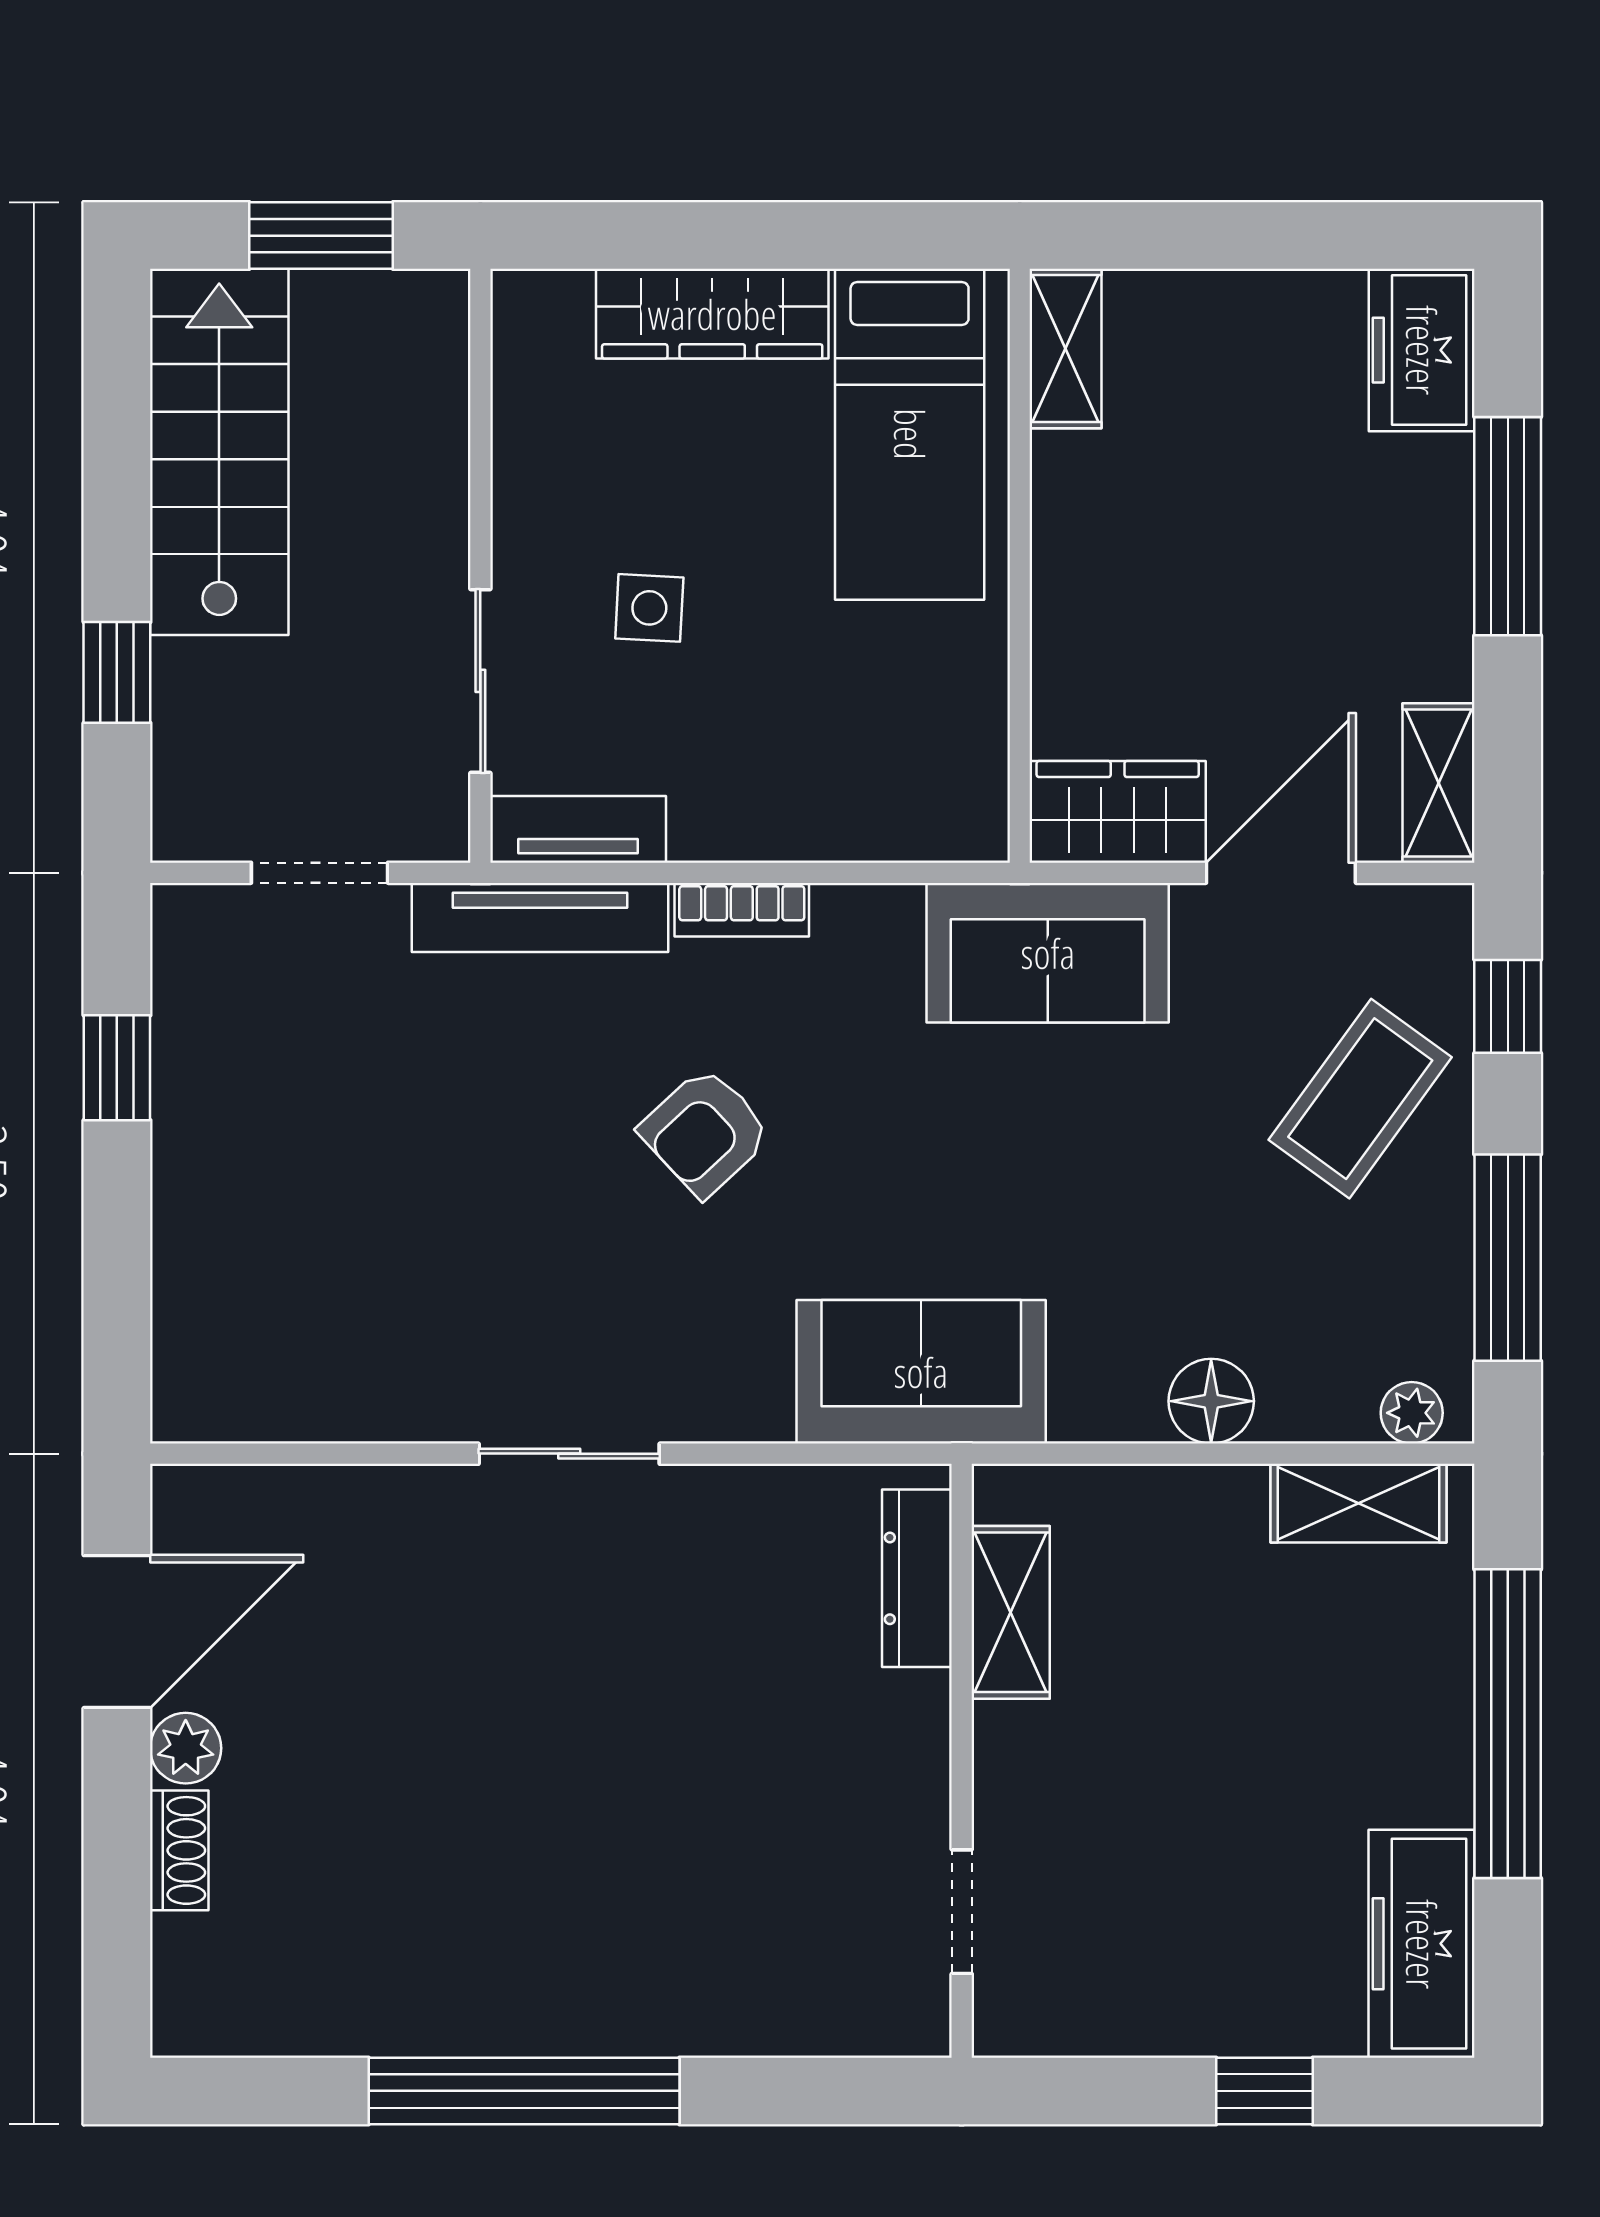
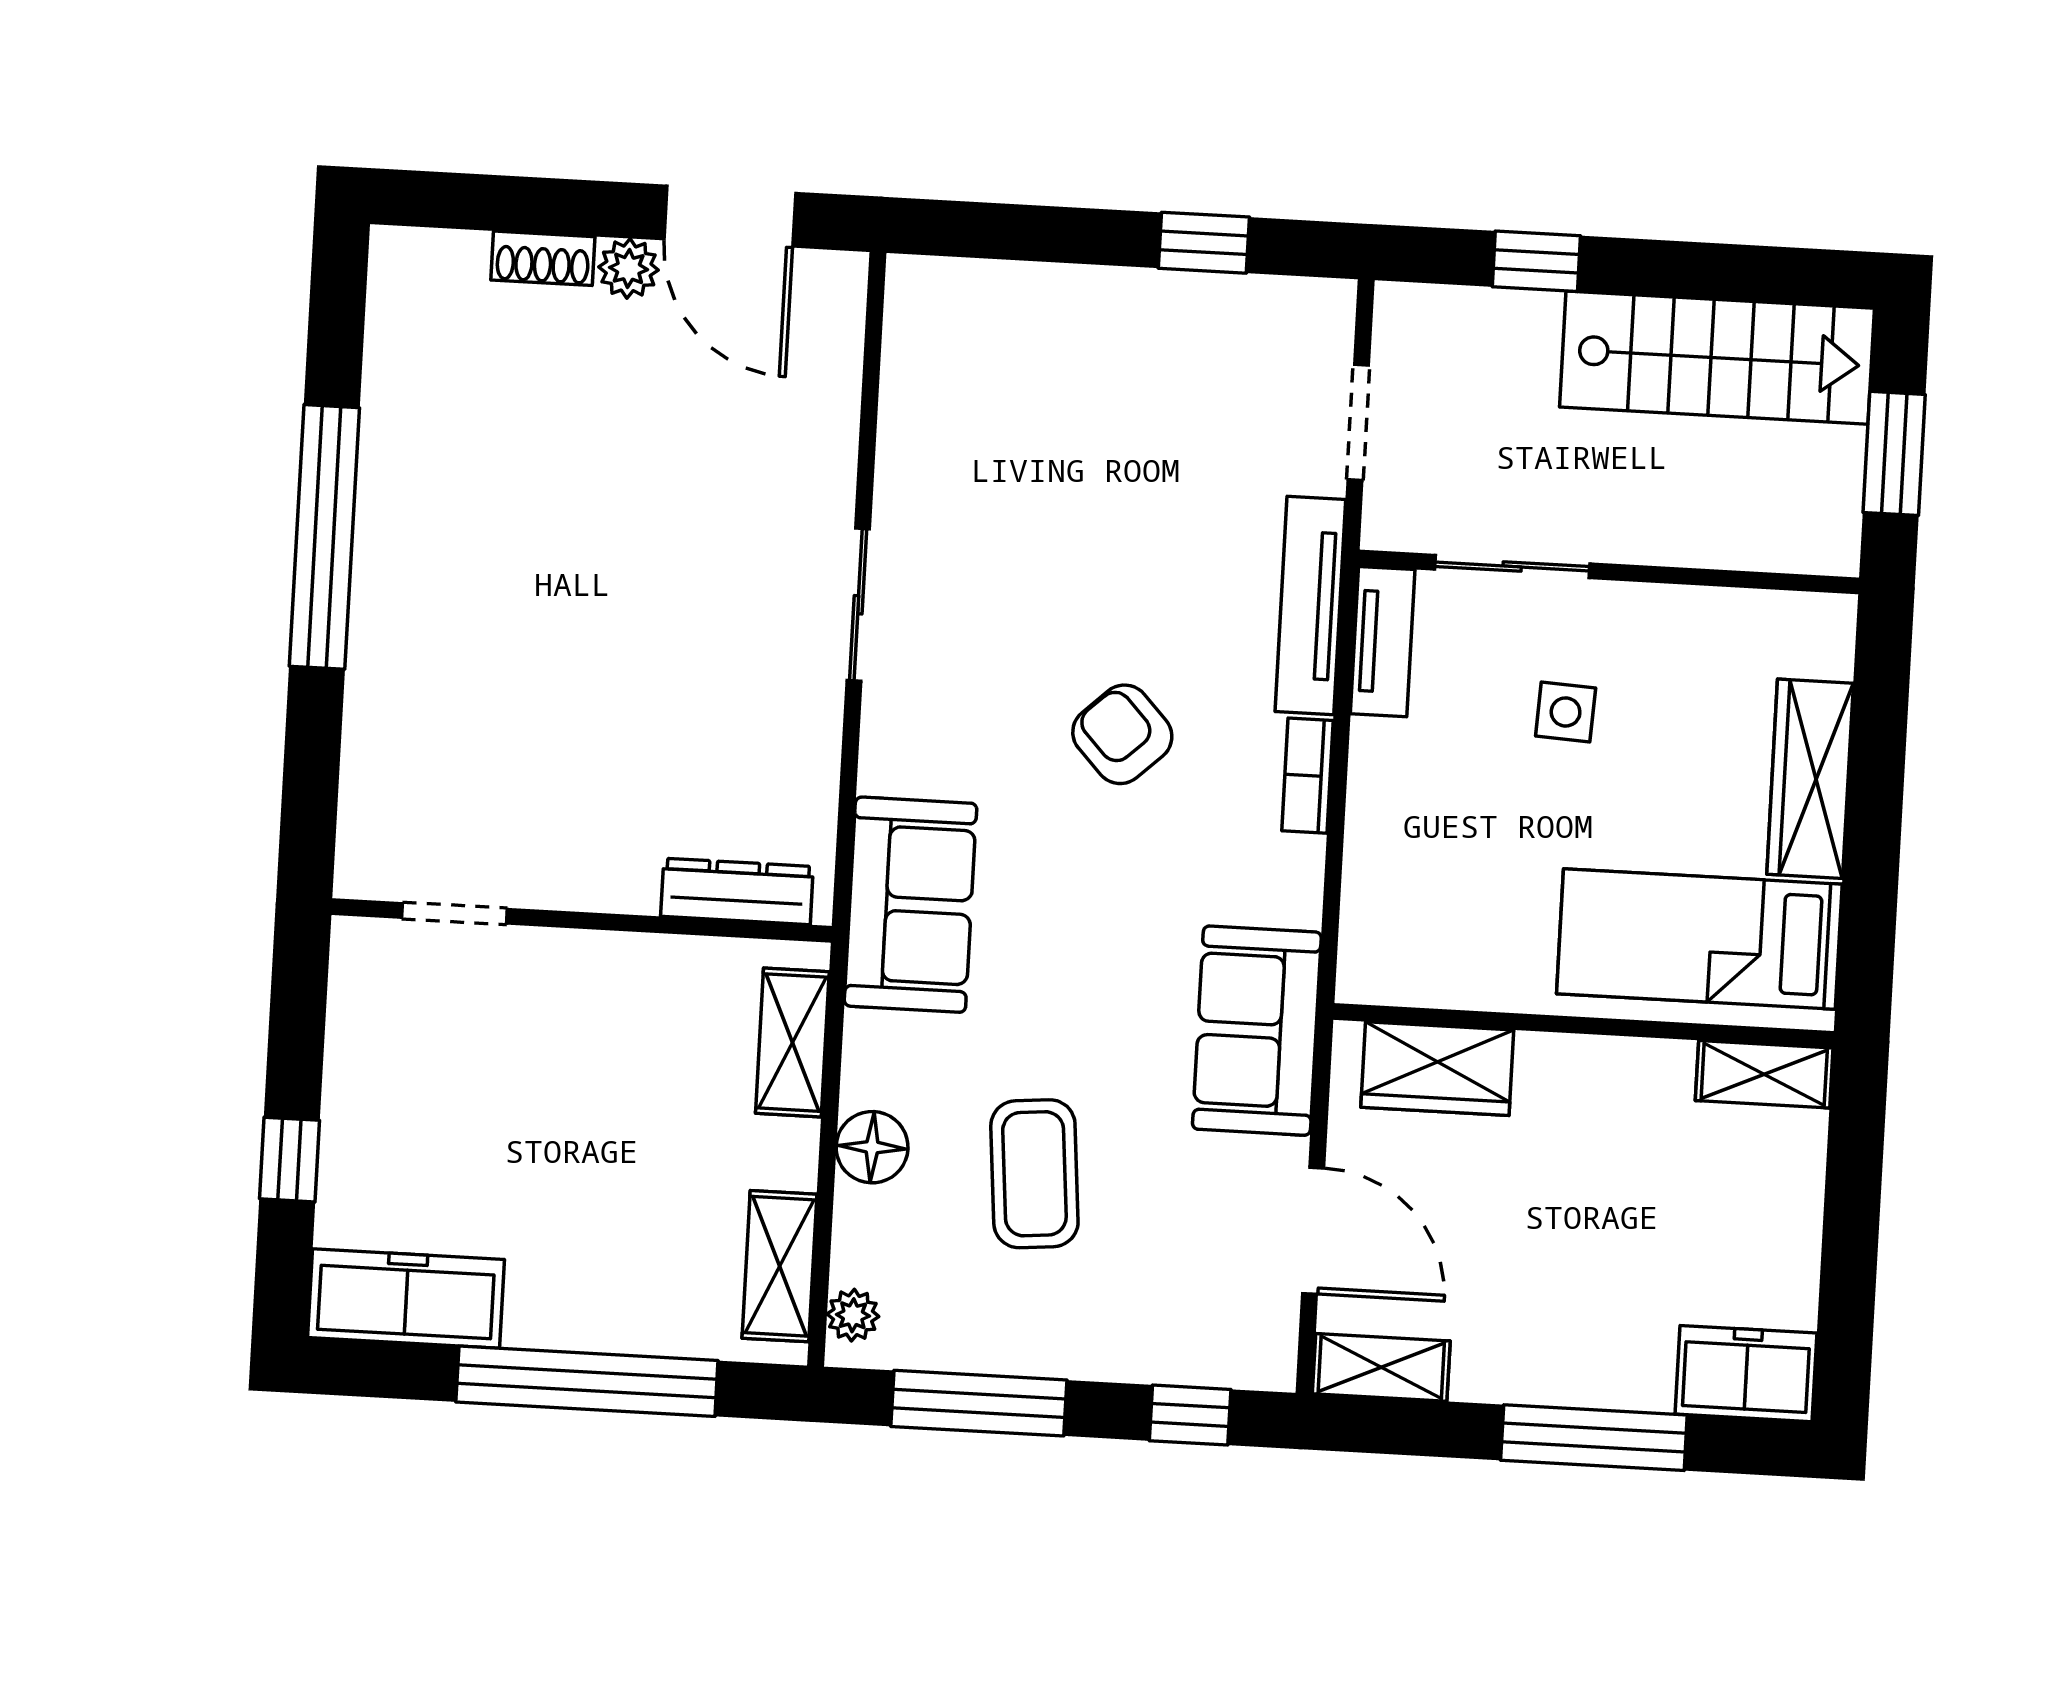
wardrobe: (1118, 812) -> (1437, 1069), moved, turned 90
coffee table: (1360, 1099) -> (1034, 1174), moved, turned 49
shelving: (1011, 1612) -> (792, 1043), moved, turned 90

